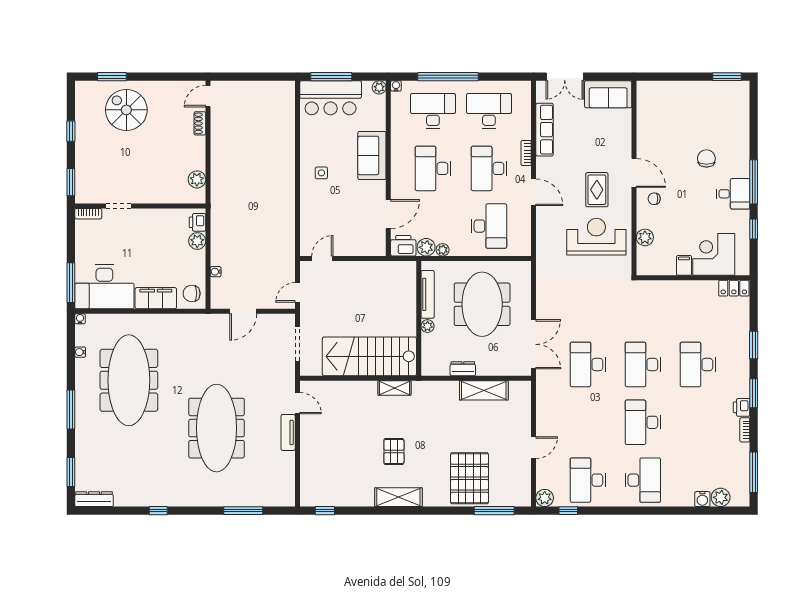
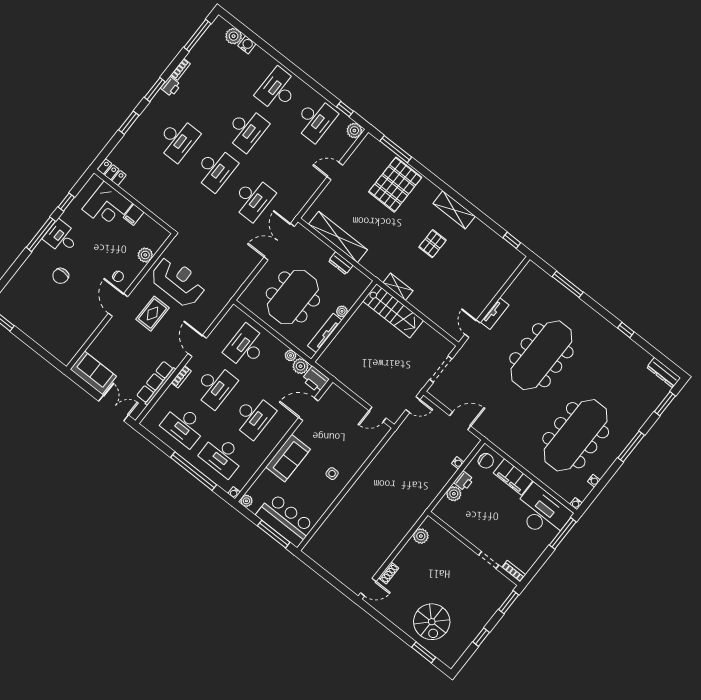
printer: (198, 222) -> (464, 481), moved
reception desk: (596, 237) -> (178, 282), turned 180
stairs: (369, 356) -> (393, 311), width x0.73, depth x0.66
shelving: (484, 390) -> (338, 237), width x1.47

